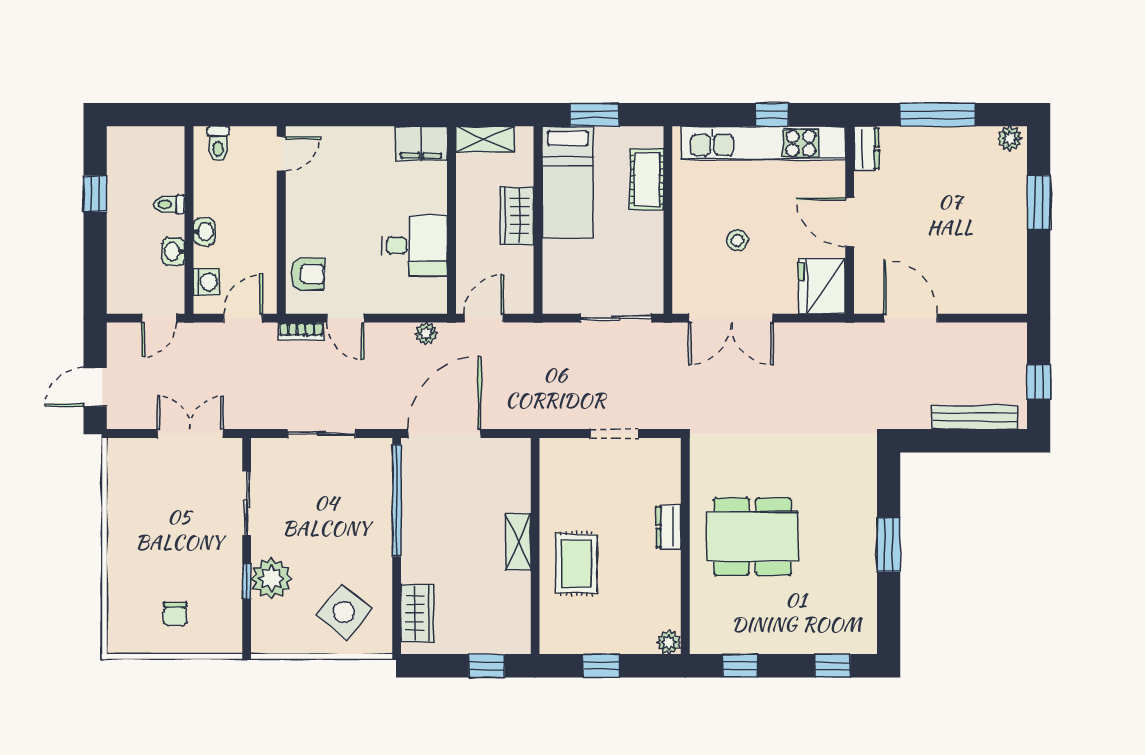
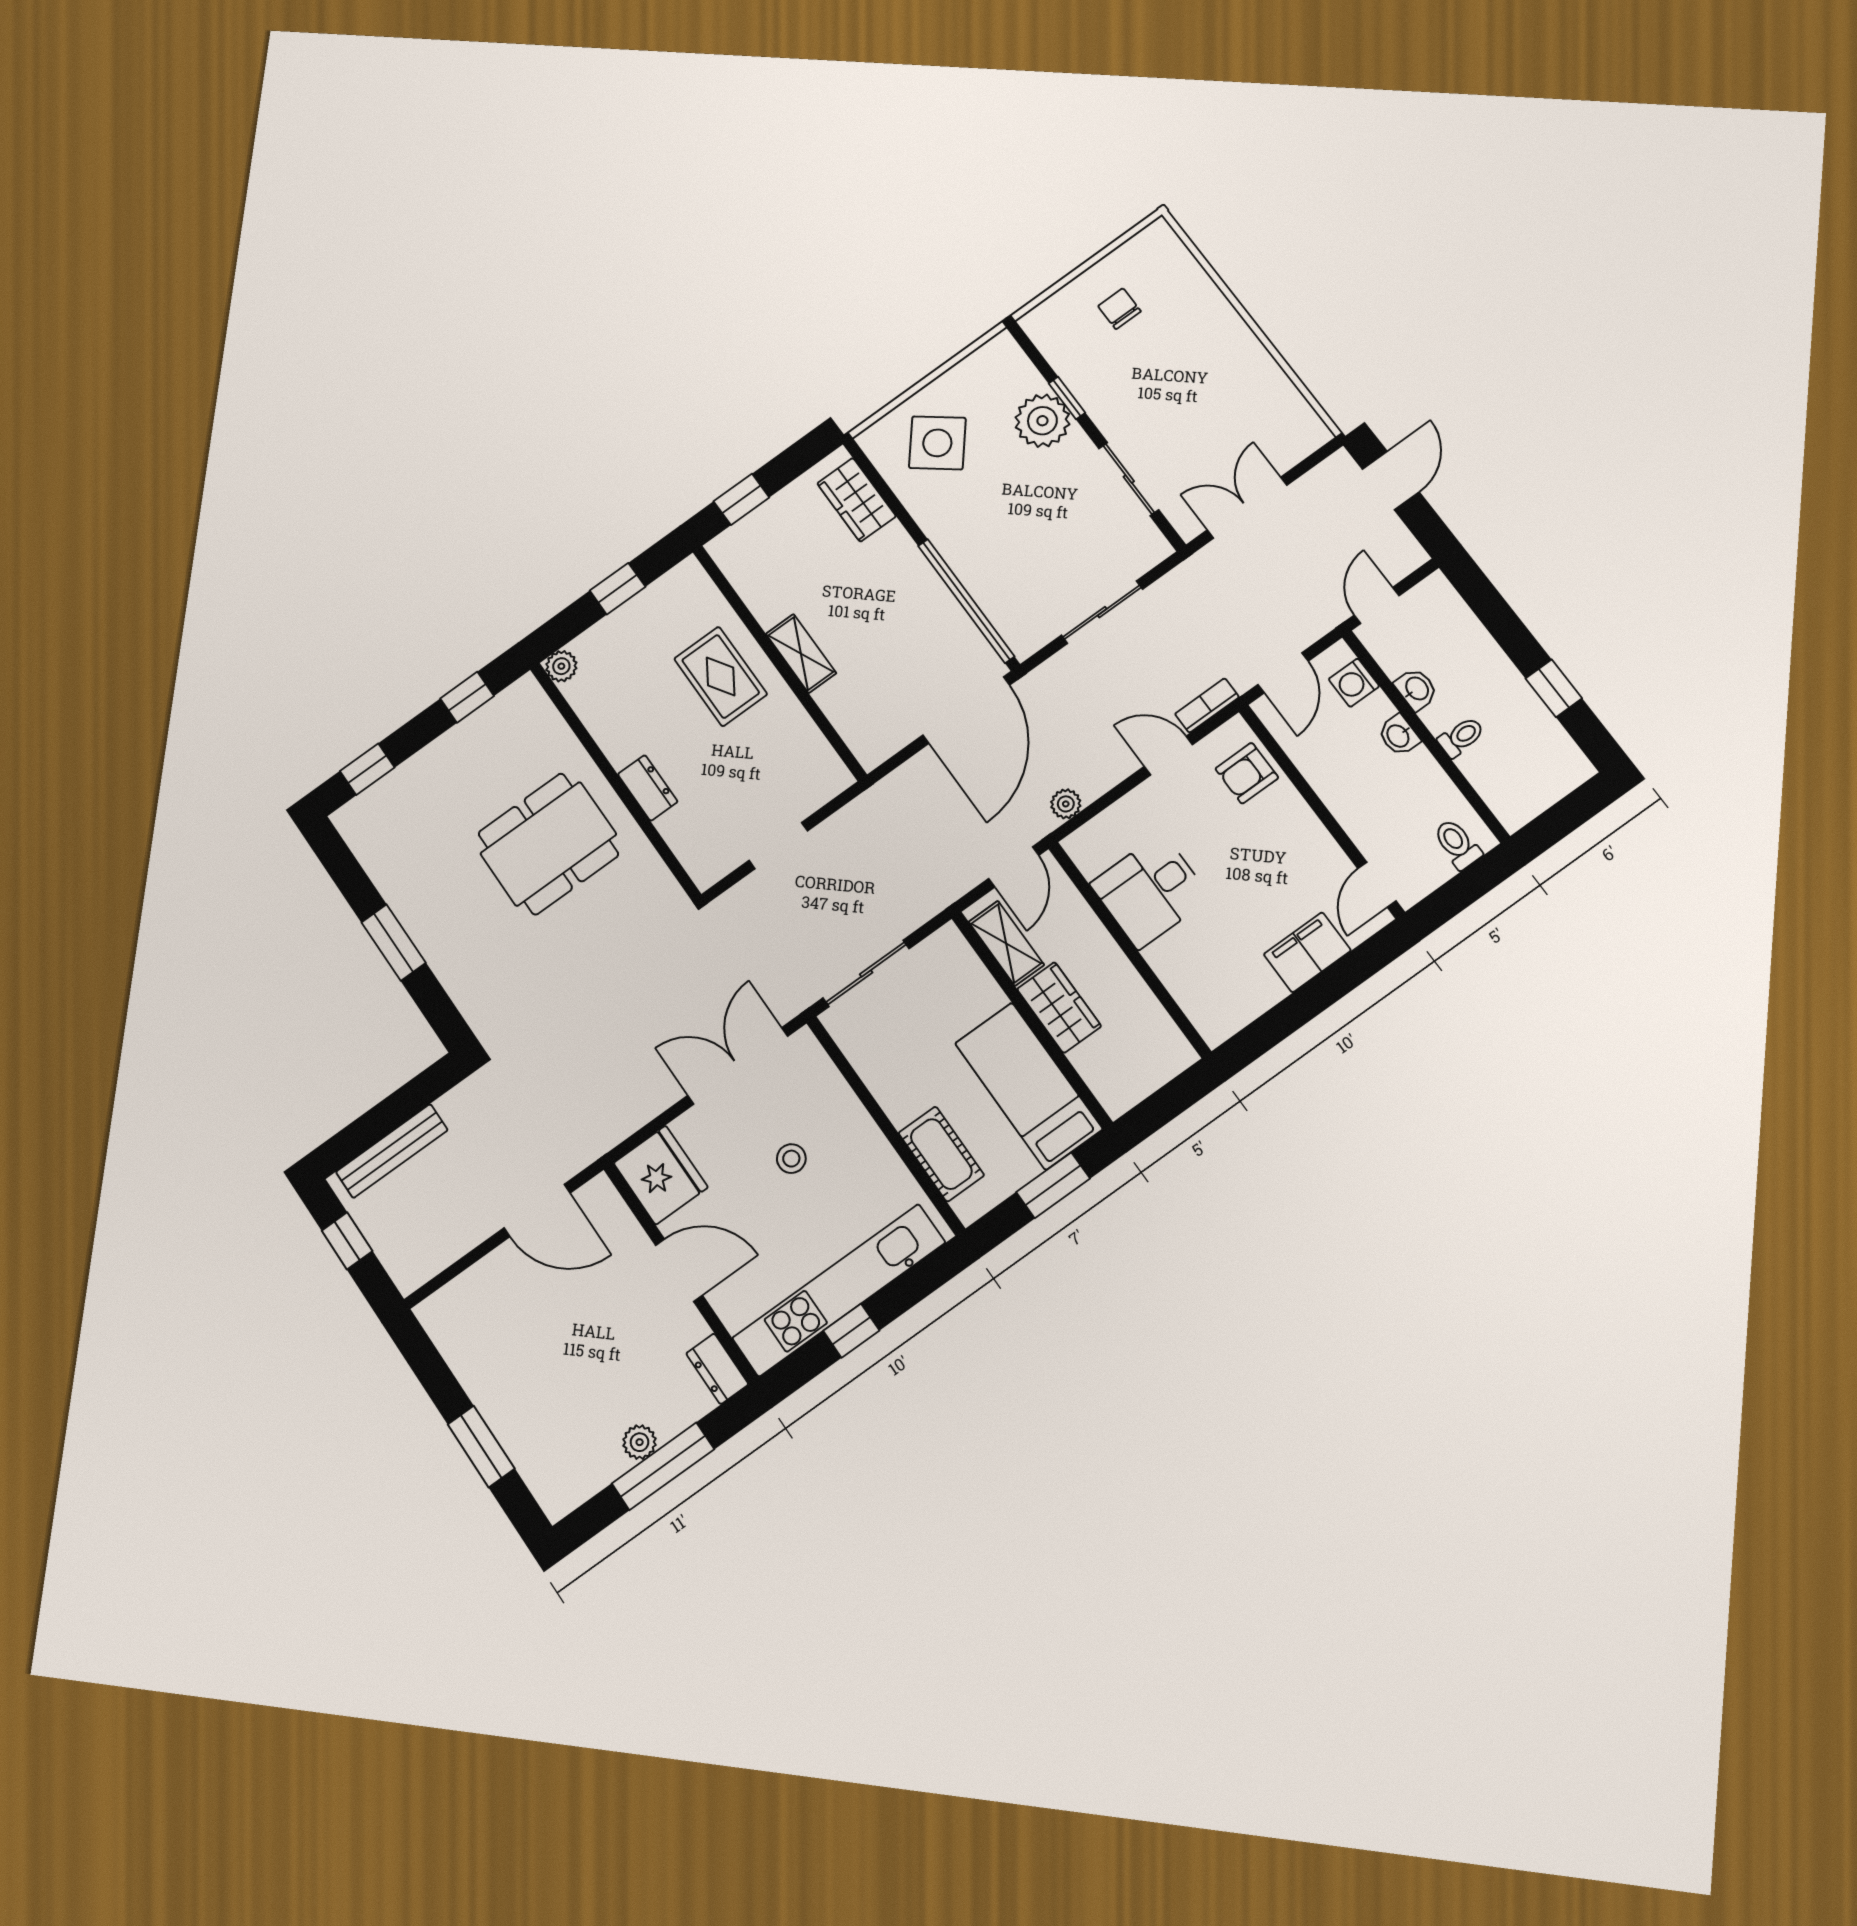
plant: (1010, 138) -> (640, 1442), moved
shelving: (485, 139) -> (1006, 943), moved, turned 90
filing cabinet: (421, 144) -> (1307, 952), moved
double door: (190, 434) -> (1247, 508), swing flipped

